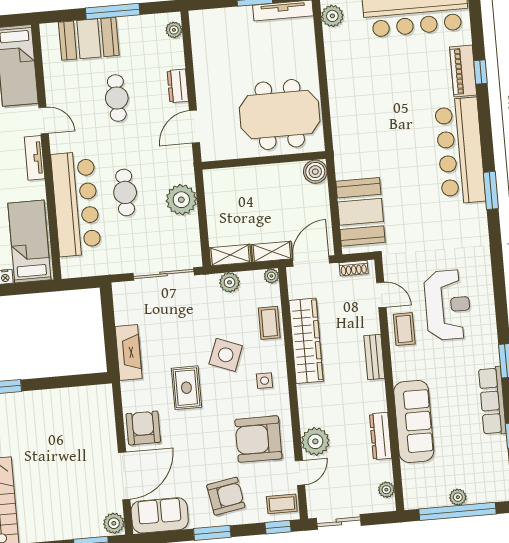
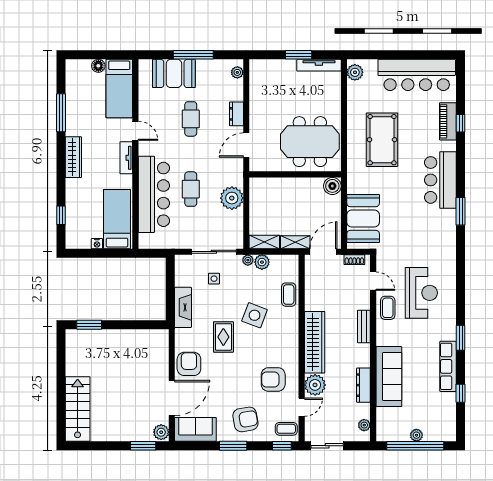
pool table: (377, 103) -> (382, 140), added
bar counter: (460, 151) -> (440, 180), width x0.73
plant: (271, 276) -> (248, 260), moved
wardrobe: (306, 341) -> (315, 342), moved
side table: (265, 381) -> (214, 279), moved
armchair: (258, 439) -> (273, 379), width x0.73, depth x0.73

